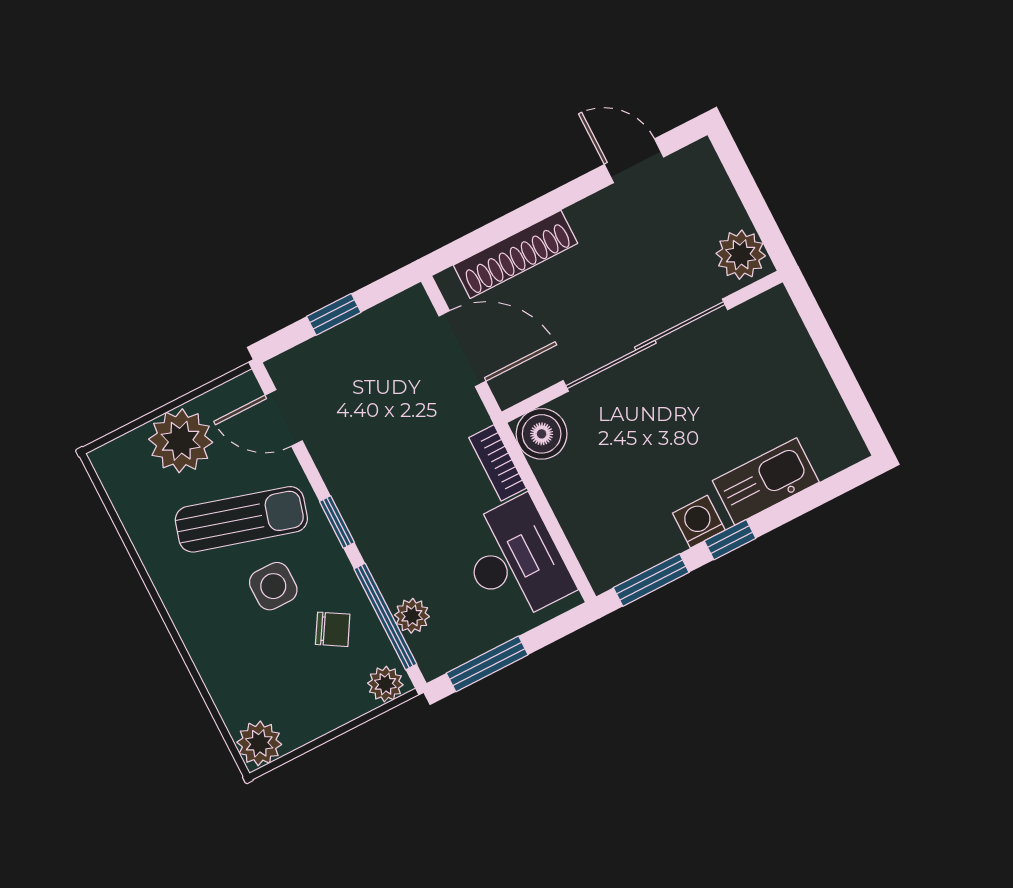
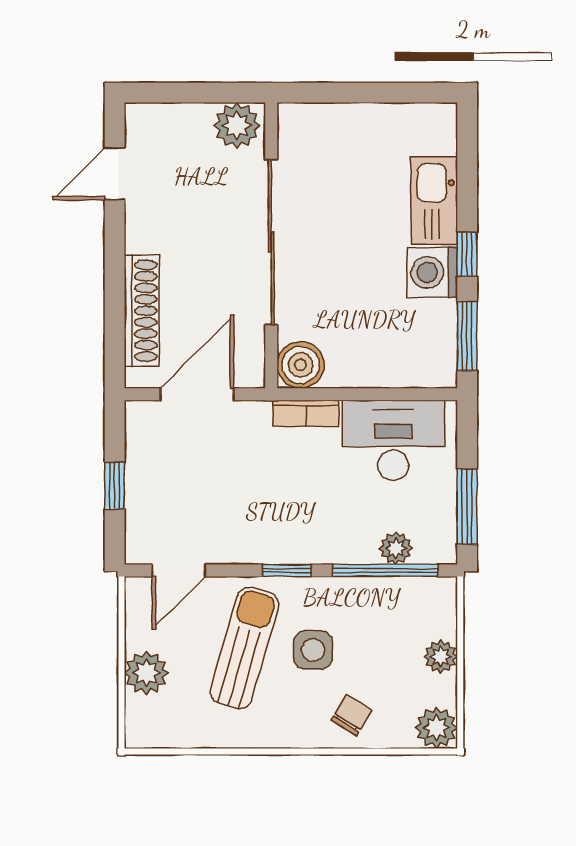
plant: (181, 441) -> (146, 673), width x0.73, depth x0.73
washing machine: (699, 522) -> (432, 272), width x1.38, depth x1.38
chair: (333, 629) -> (351, 715), moved
plant: (385, 684) -> (441, 657), moved

